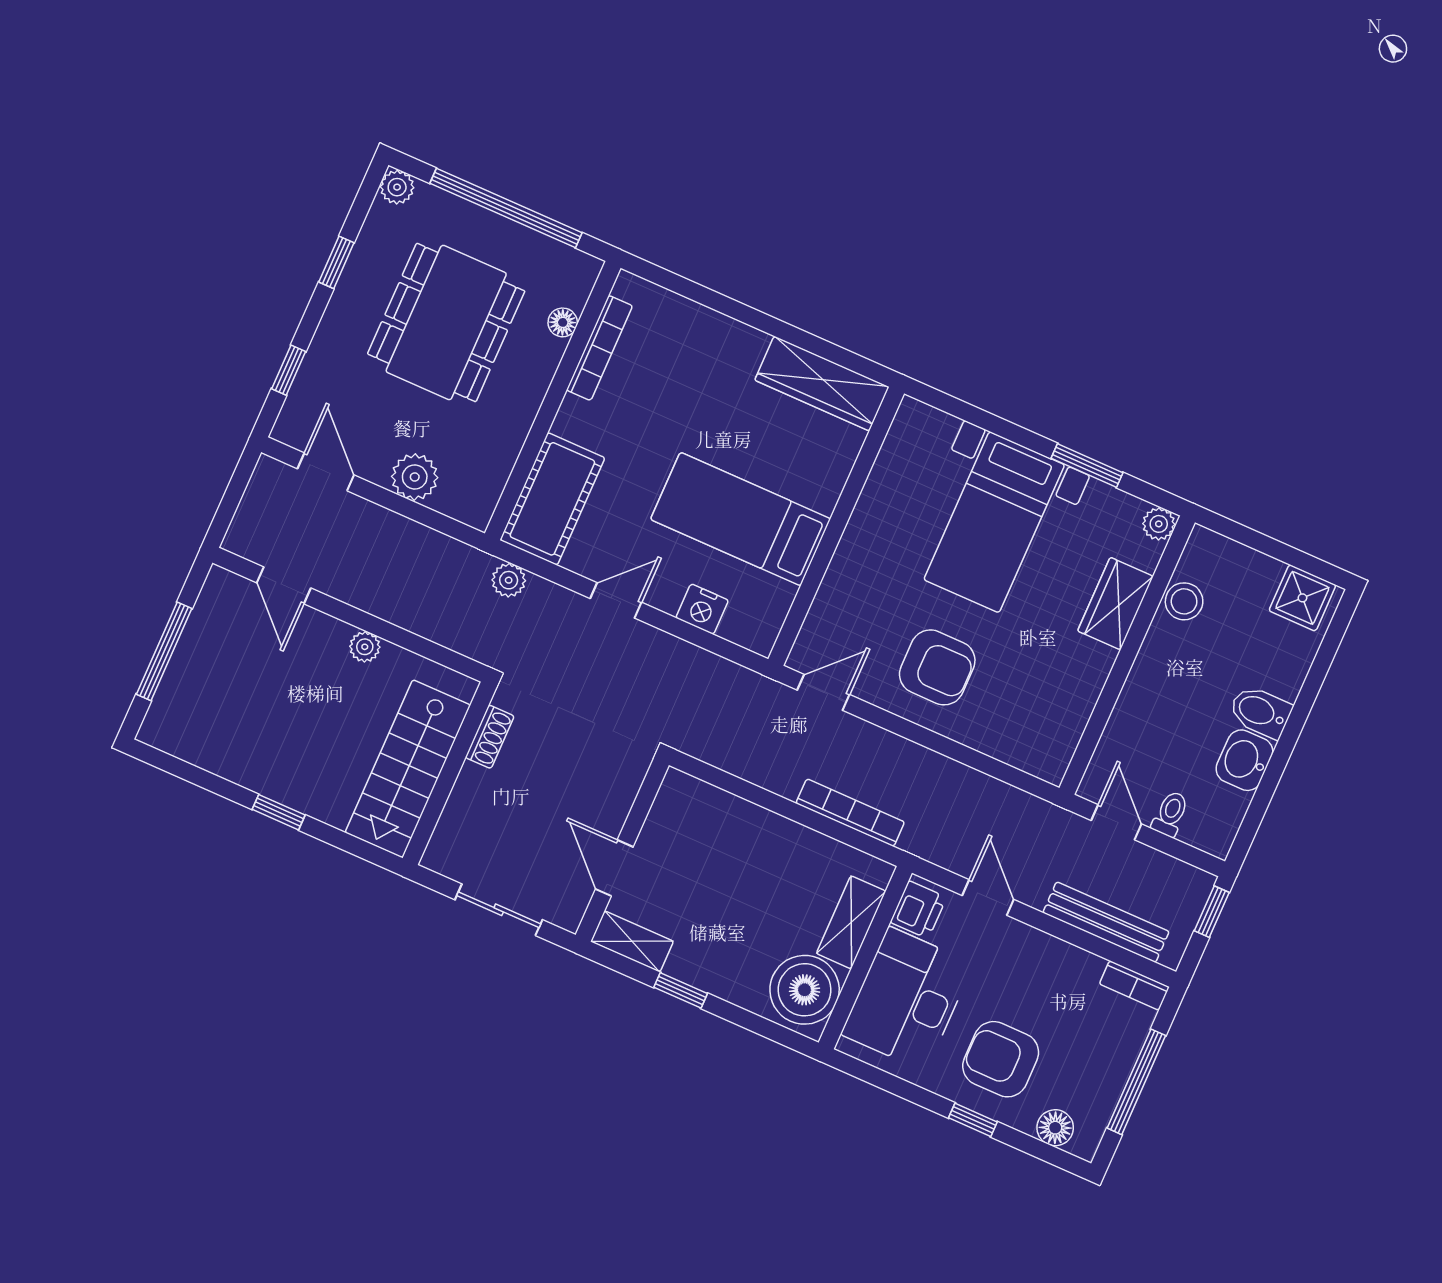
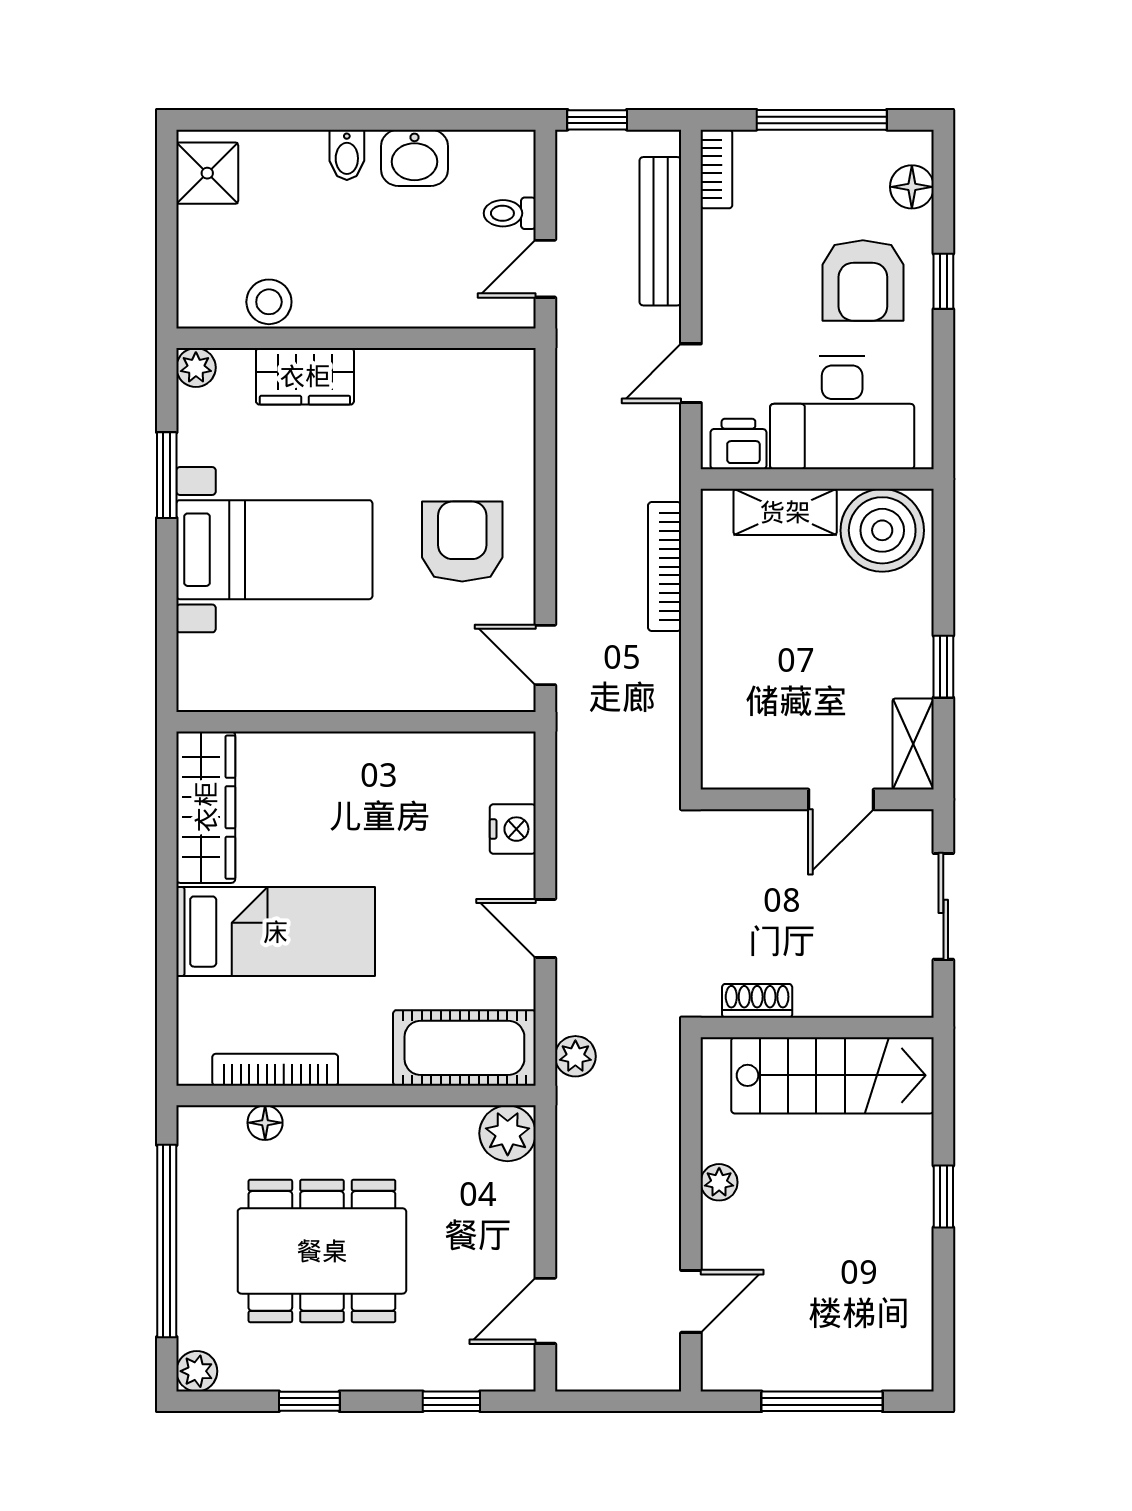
plant: (415, 477) -> (508, 1133), moved
bed: (741, 519) -> (276, 932), moved, turned -90
bidet: (1260, 712) -> (347, 155), width x0.72, depth x0.74

